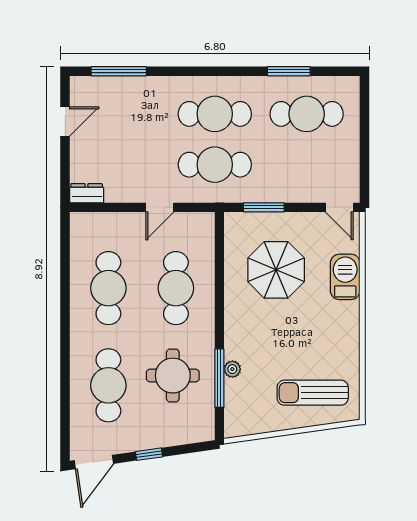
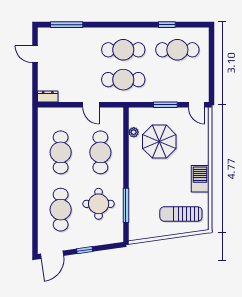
window: (289, 71) -> (167, 25), width x0.67
door: (65, 122) -> (35, 54), swing flipped
door: (160, 207) -> (91, 105), hinge flipped
window: (264, 207) -> (165, 105), moved
barbecue: (345, 277) -> (200, 179), moved
plant: (232, 369) -> (134, 132), moved

